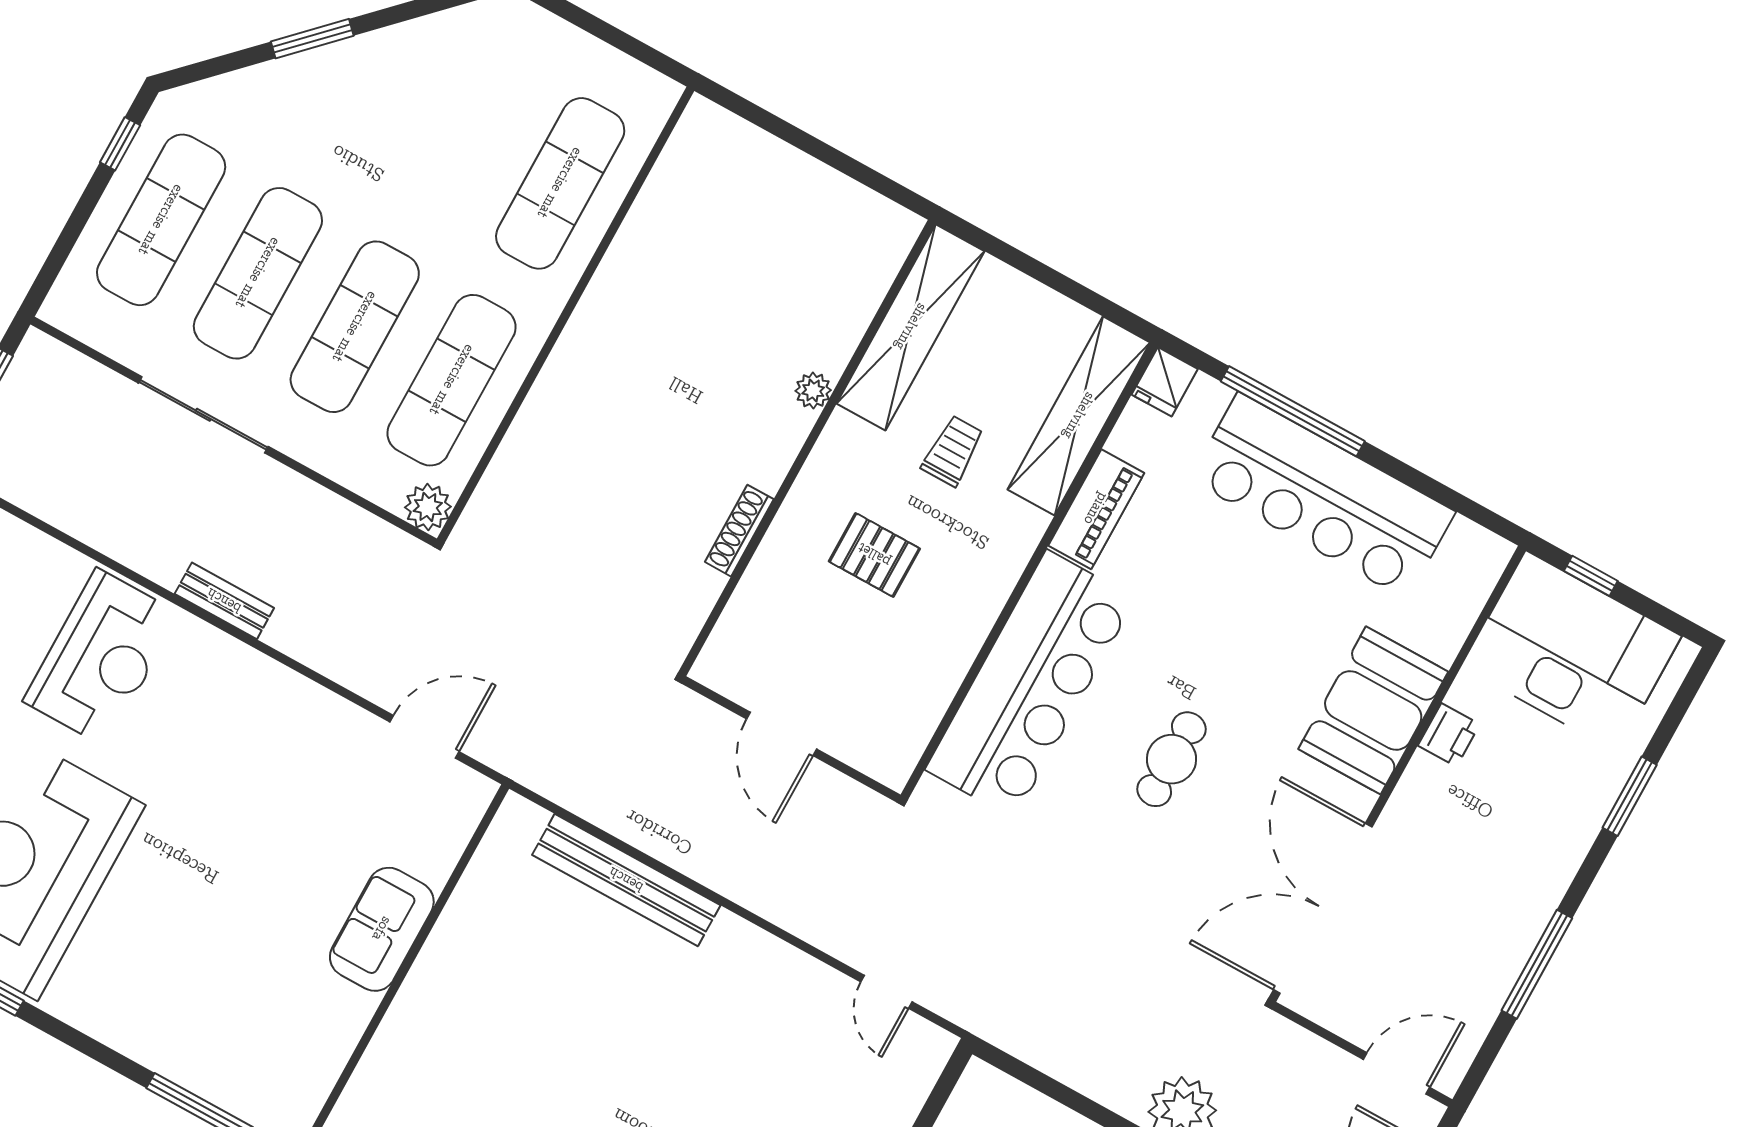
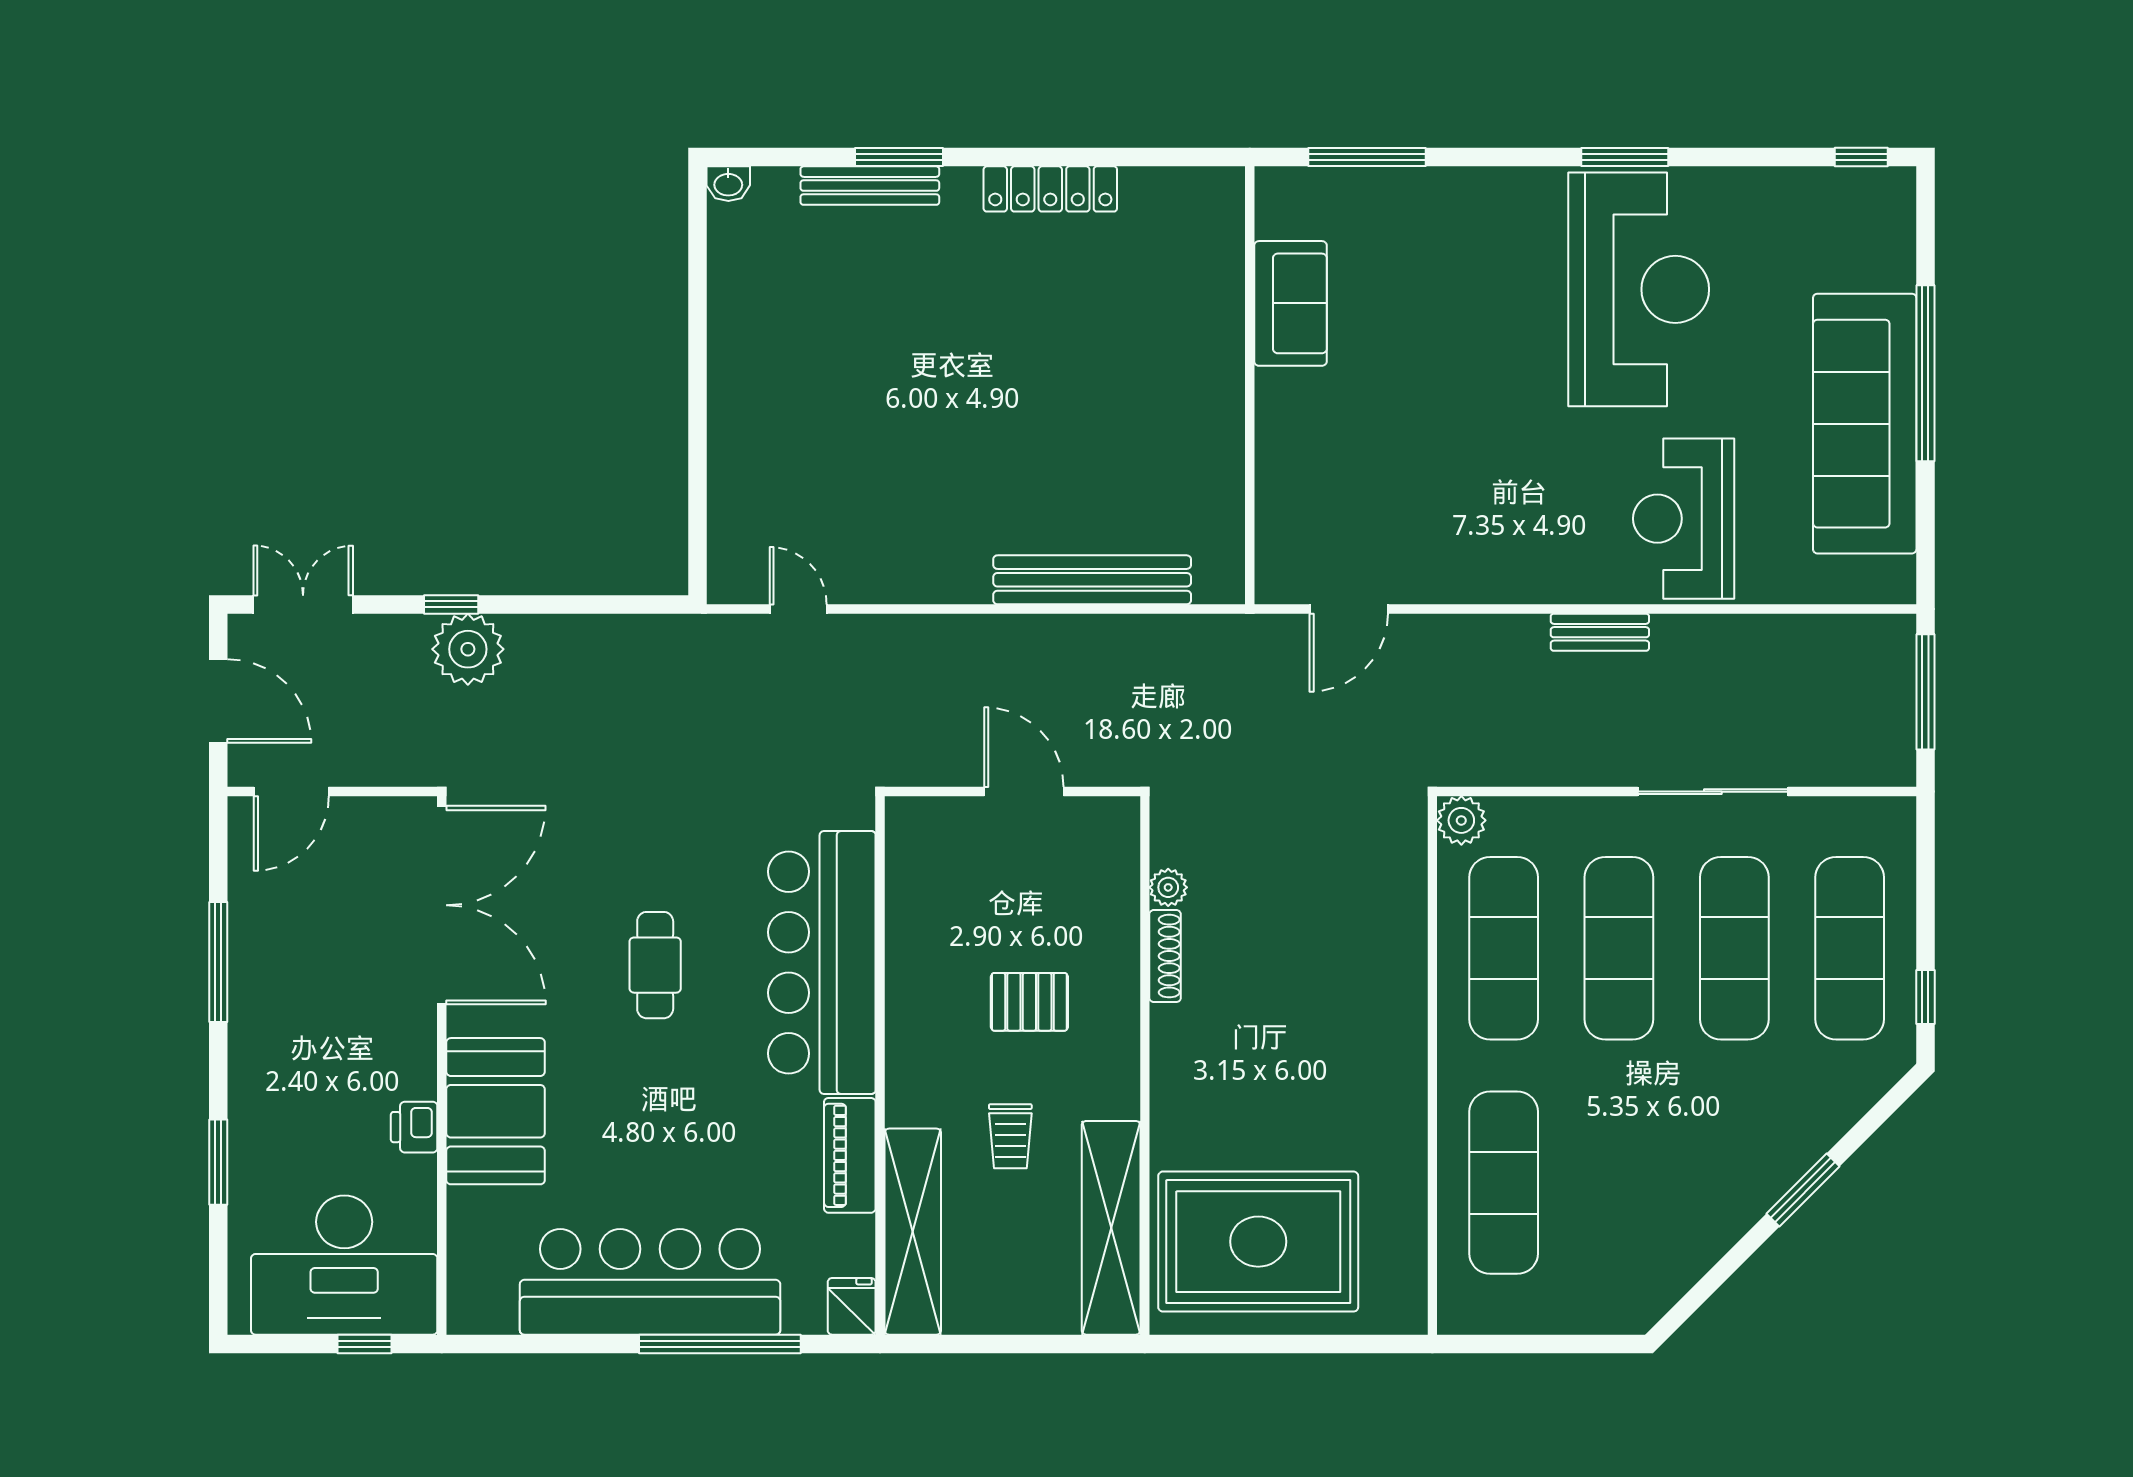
rug: (793, 248) -> (1258, 1242), added
plant: (813, 391) -> (1168, 887), moved
sofa: (382, 929) -> (1290, 303), moved

